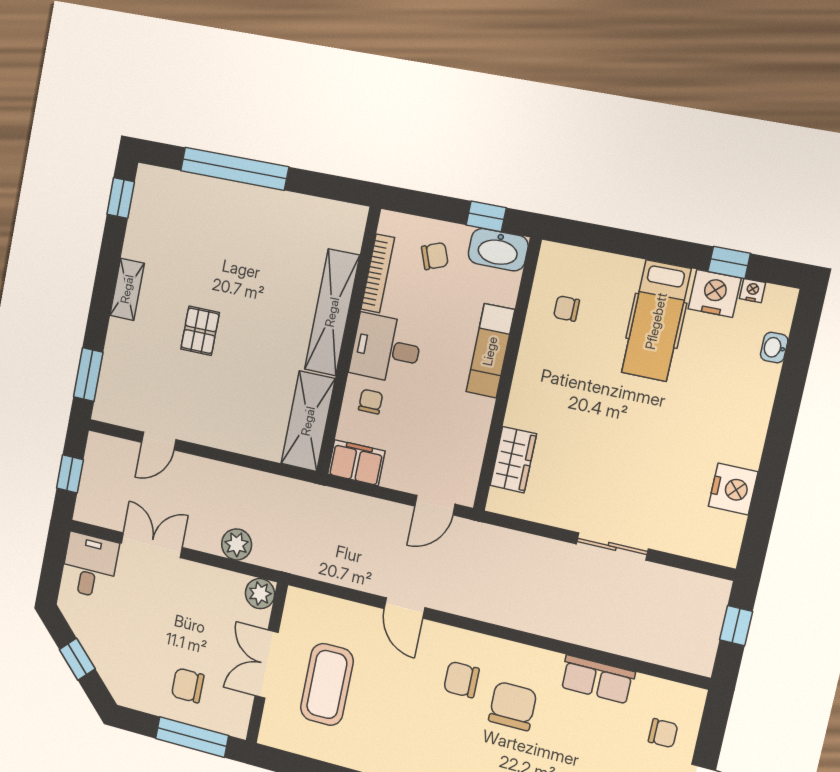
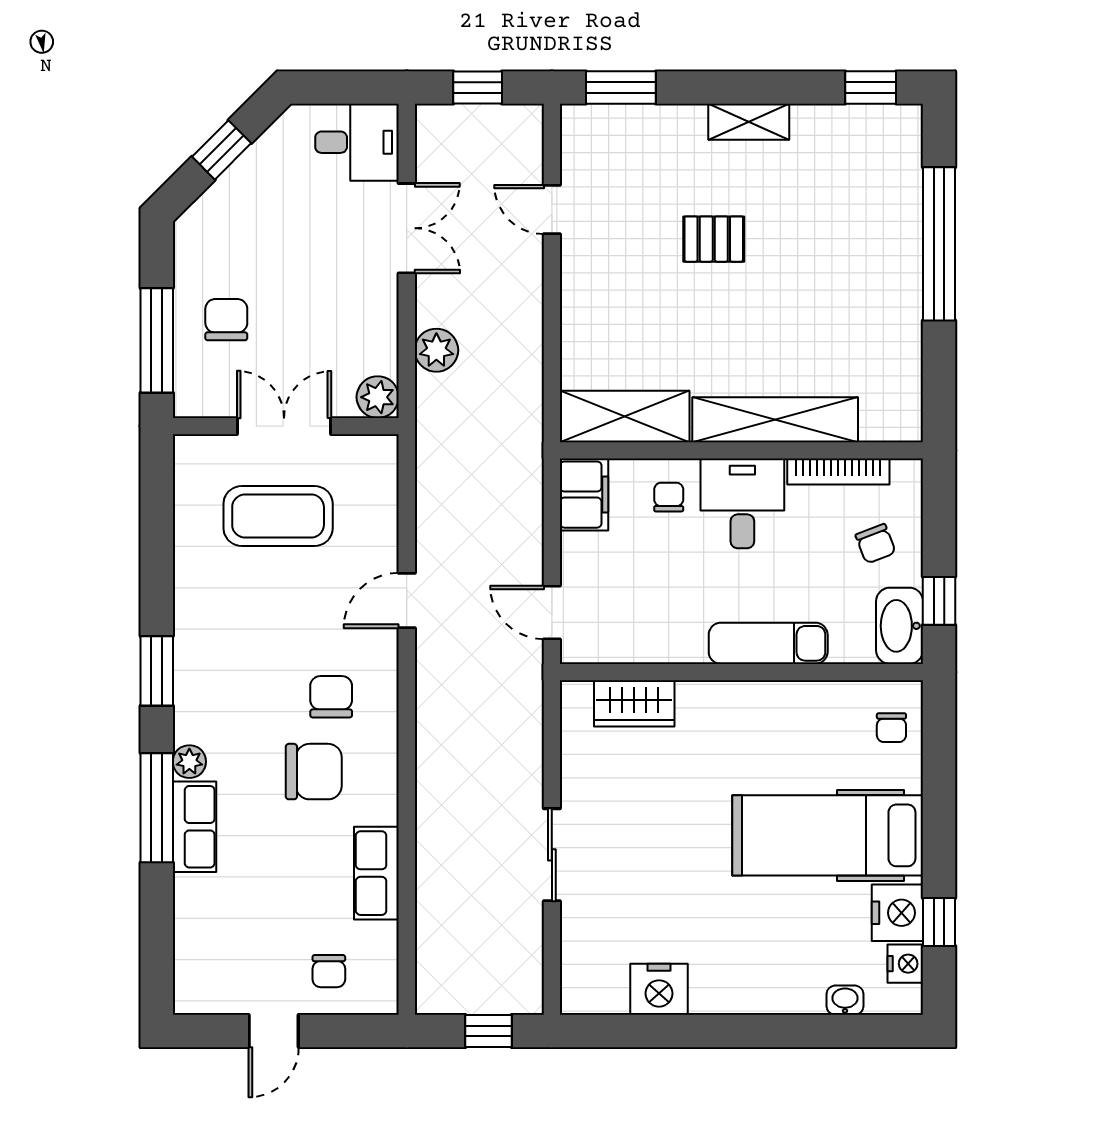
nightstand: (753, 291) -> (905, 964), width x1.39, depth x1.35
chair: (567, 308) -> (891, 728), moved, turned 180
hospital bed: (656, 321) -> (828, 835), width x1.37, depth x1.29
chair: (371, 402) -> (669, 497), turned -90

